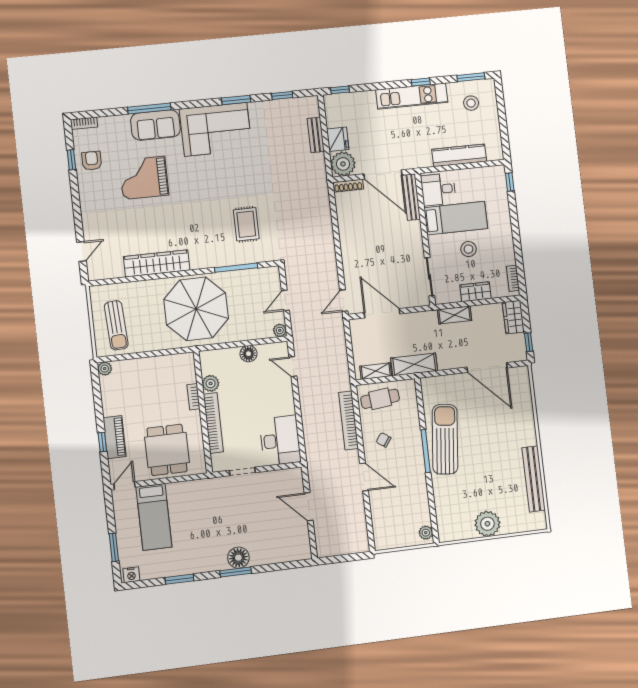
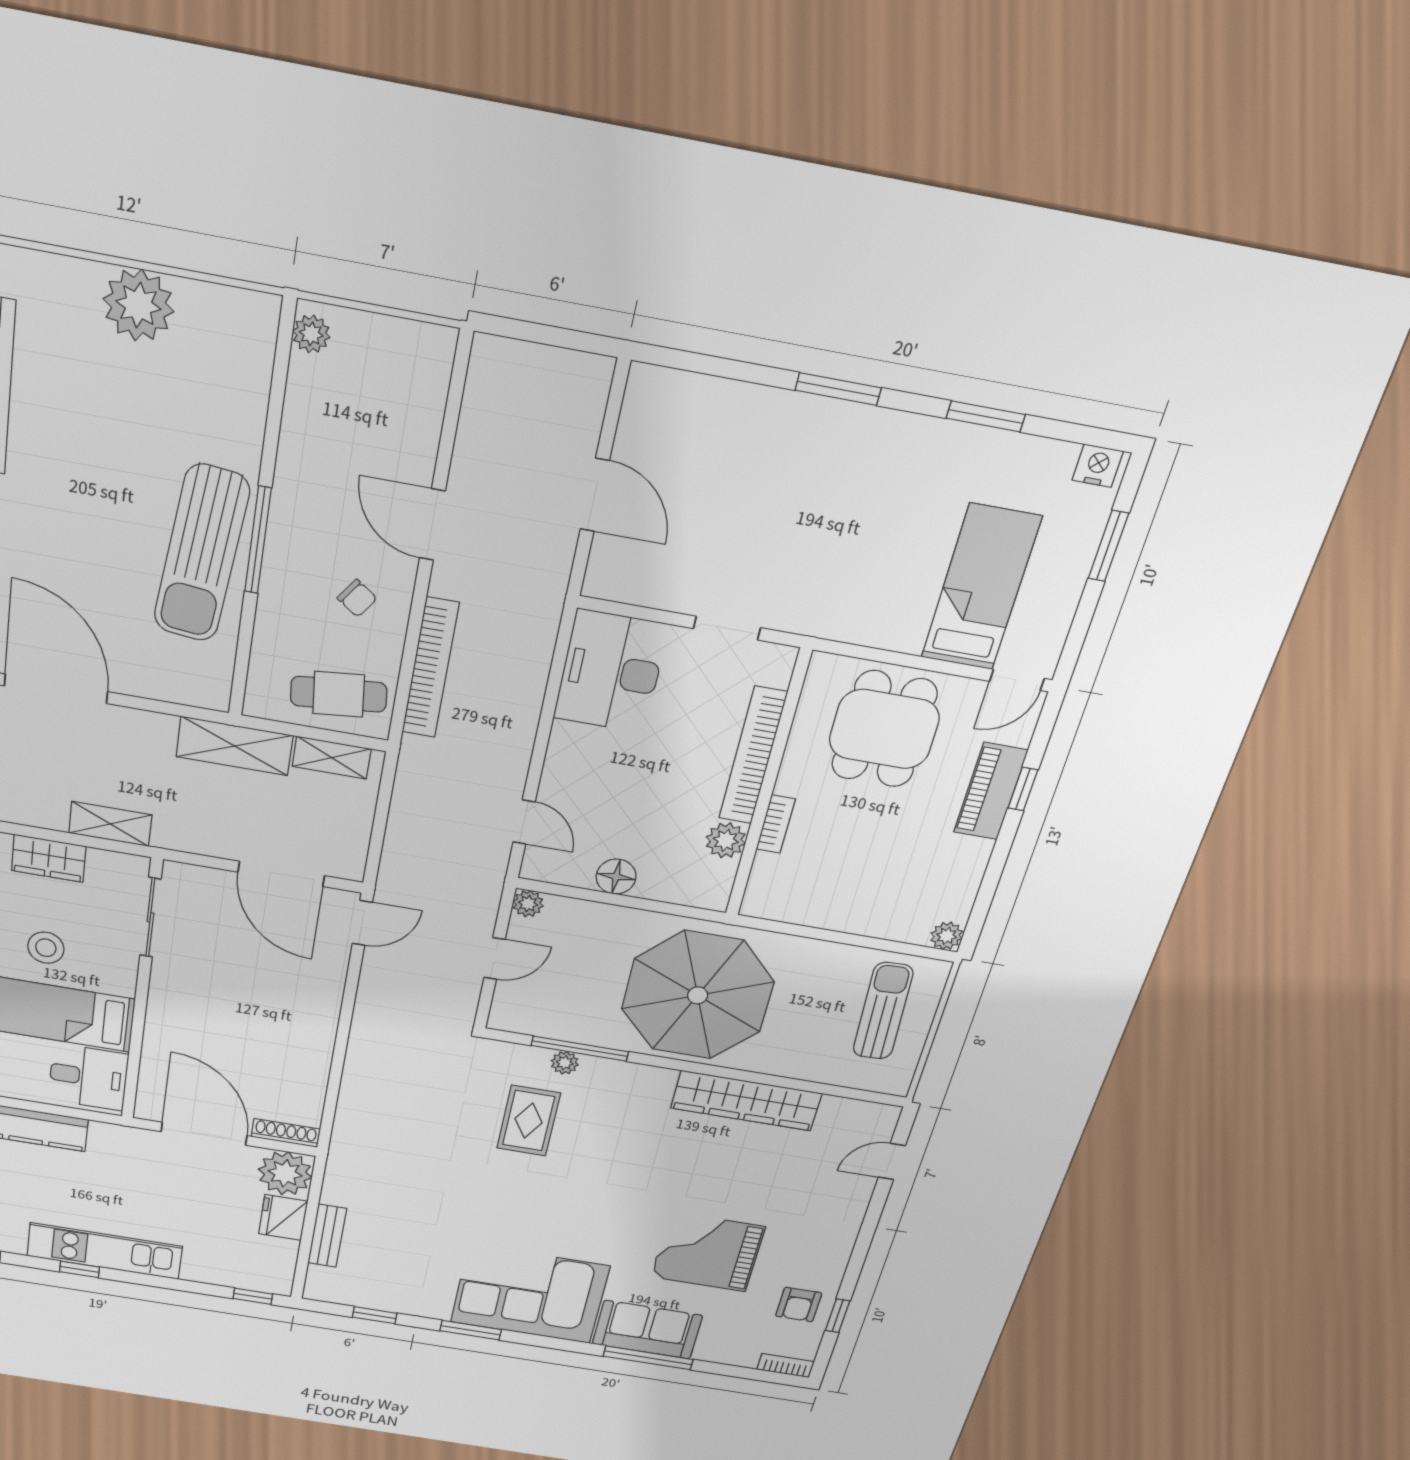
grand piano: (144, 178) -> (708, 1252), turned 180
bench: (411, 197) -> (152, 1078), removed
plant: (240, 259) -> (565, 1063), added
floor lamp: (238, 558) -> (817, 424), removed

